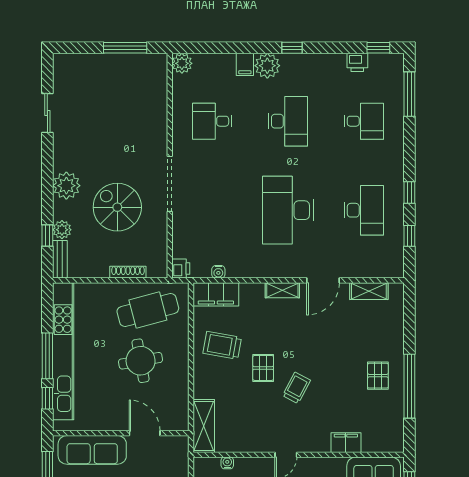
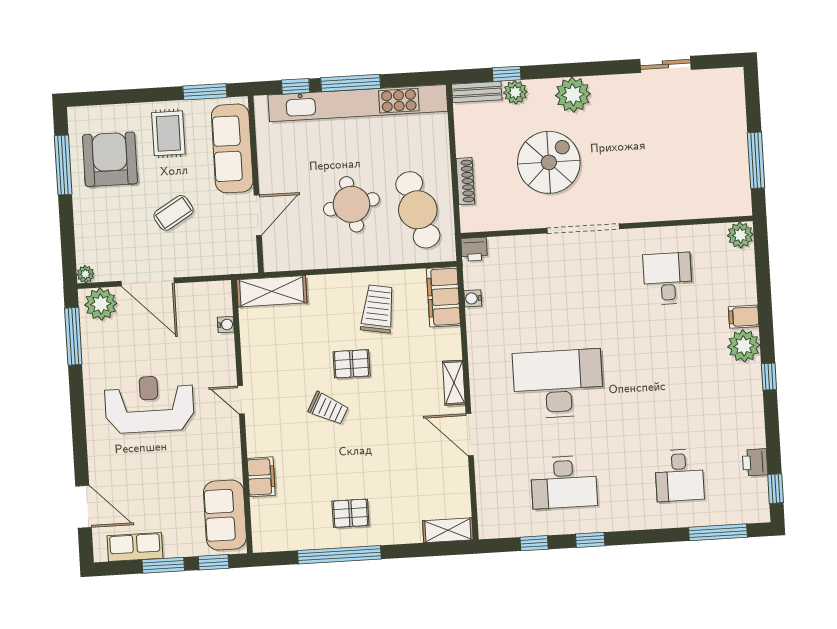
desk: (288, 121) -> (673, 377), removed
shelving: (369, 291) -> (448, 530), moved, turned 90

